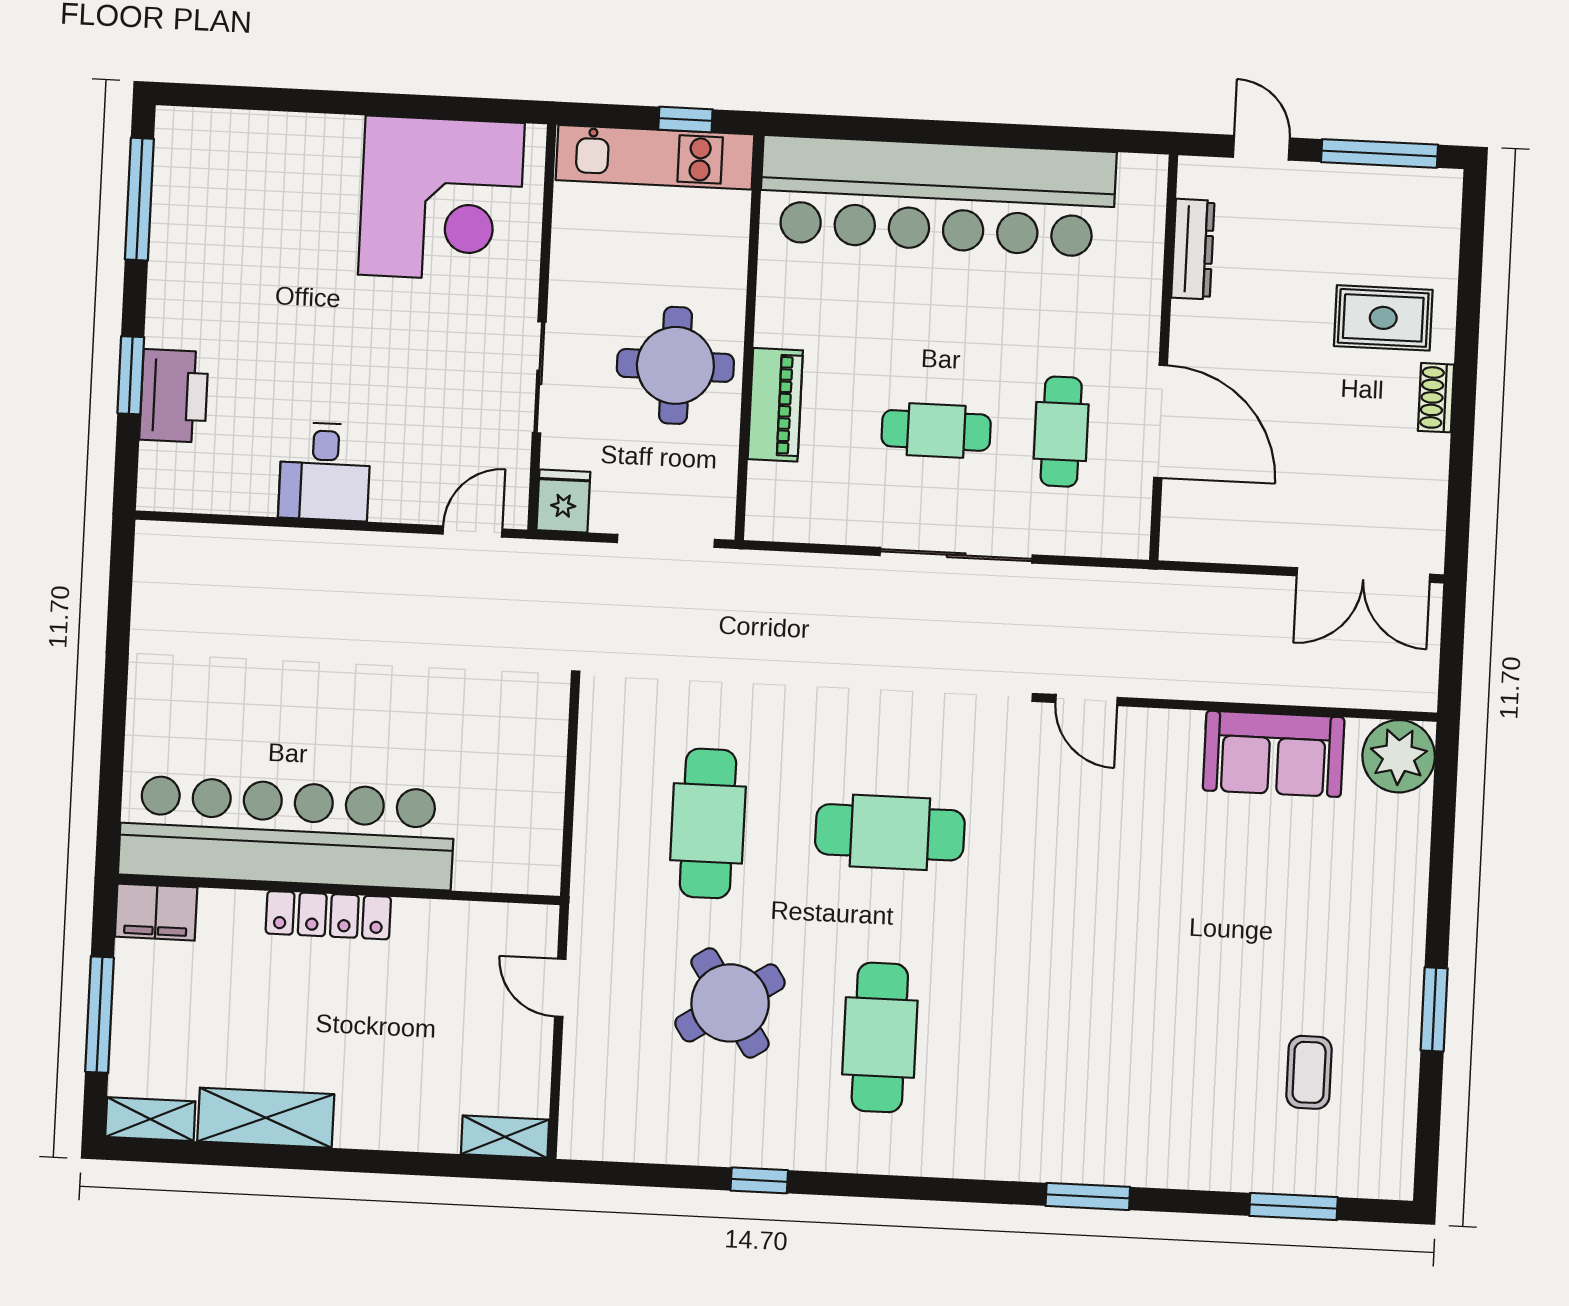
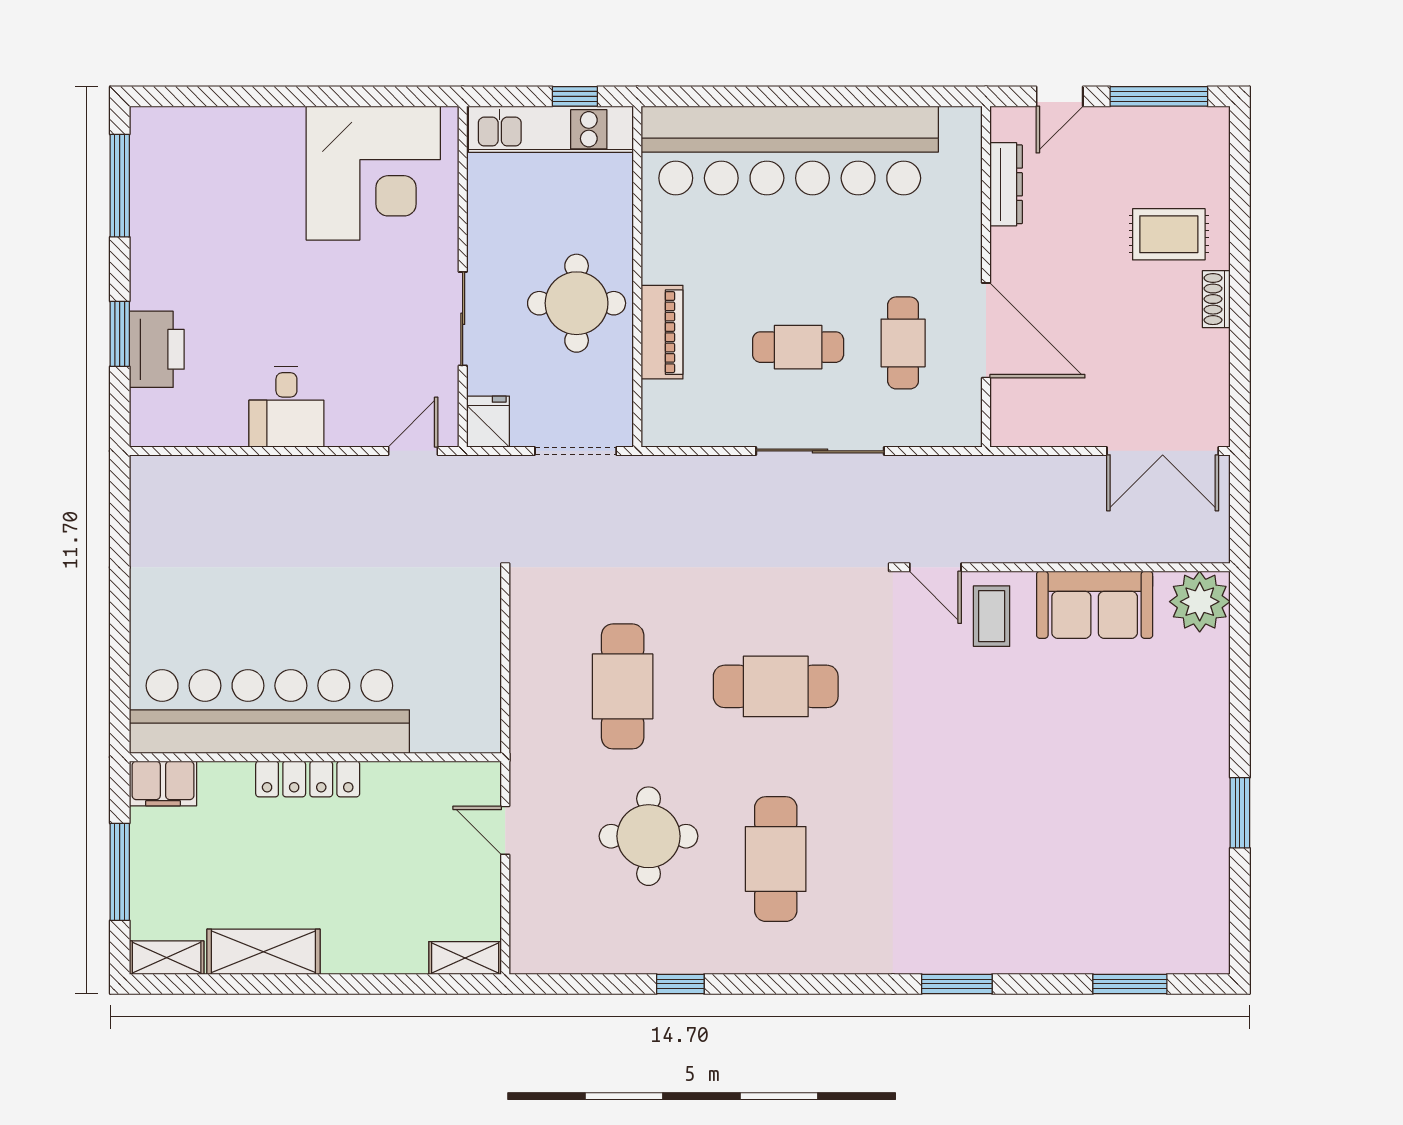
door: (1261, 148) -> (1060, 96), swing flipped
round table: (730, 1003) -> (649, 836), turned 33
coffee table: (1309, 1072) -> (992, 616), moved

